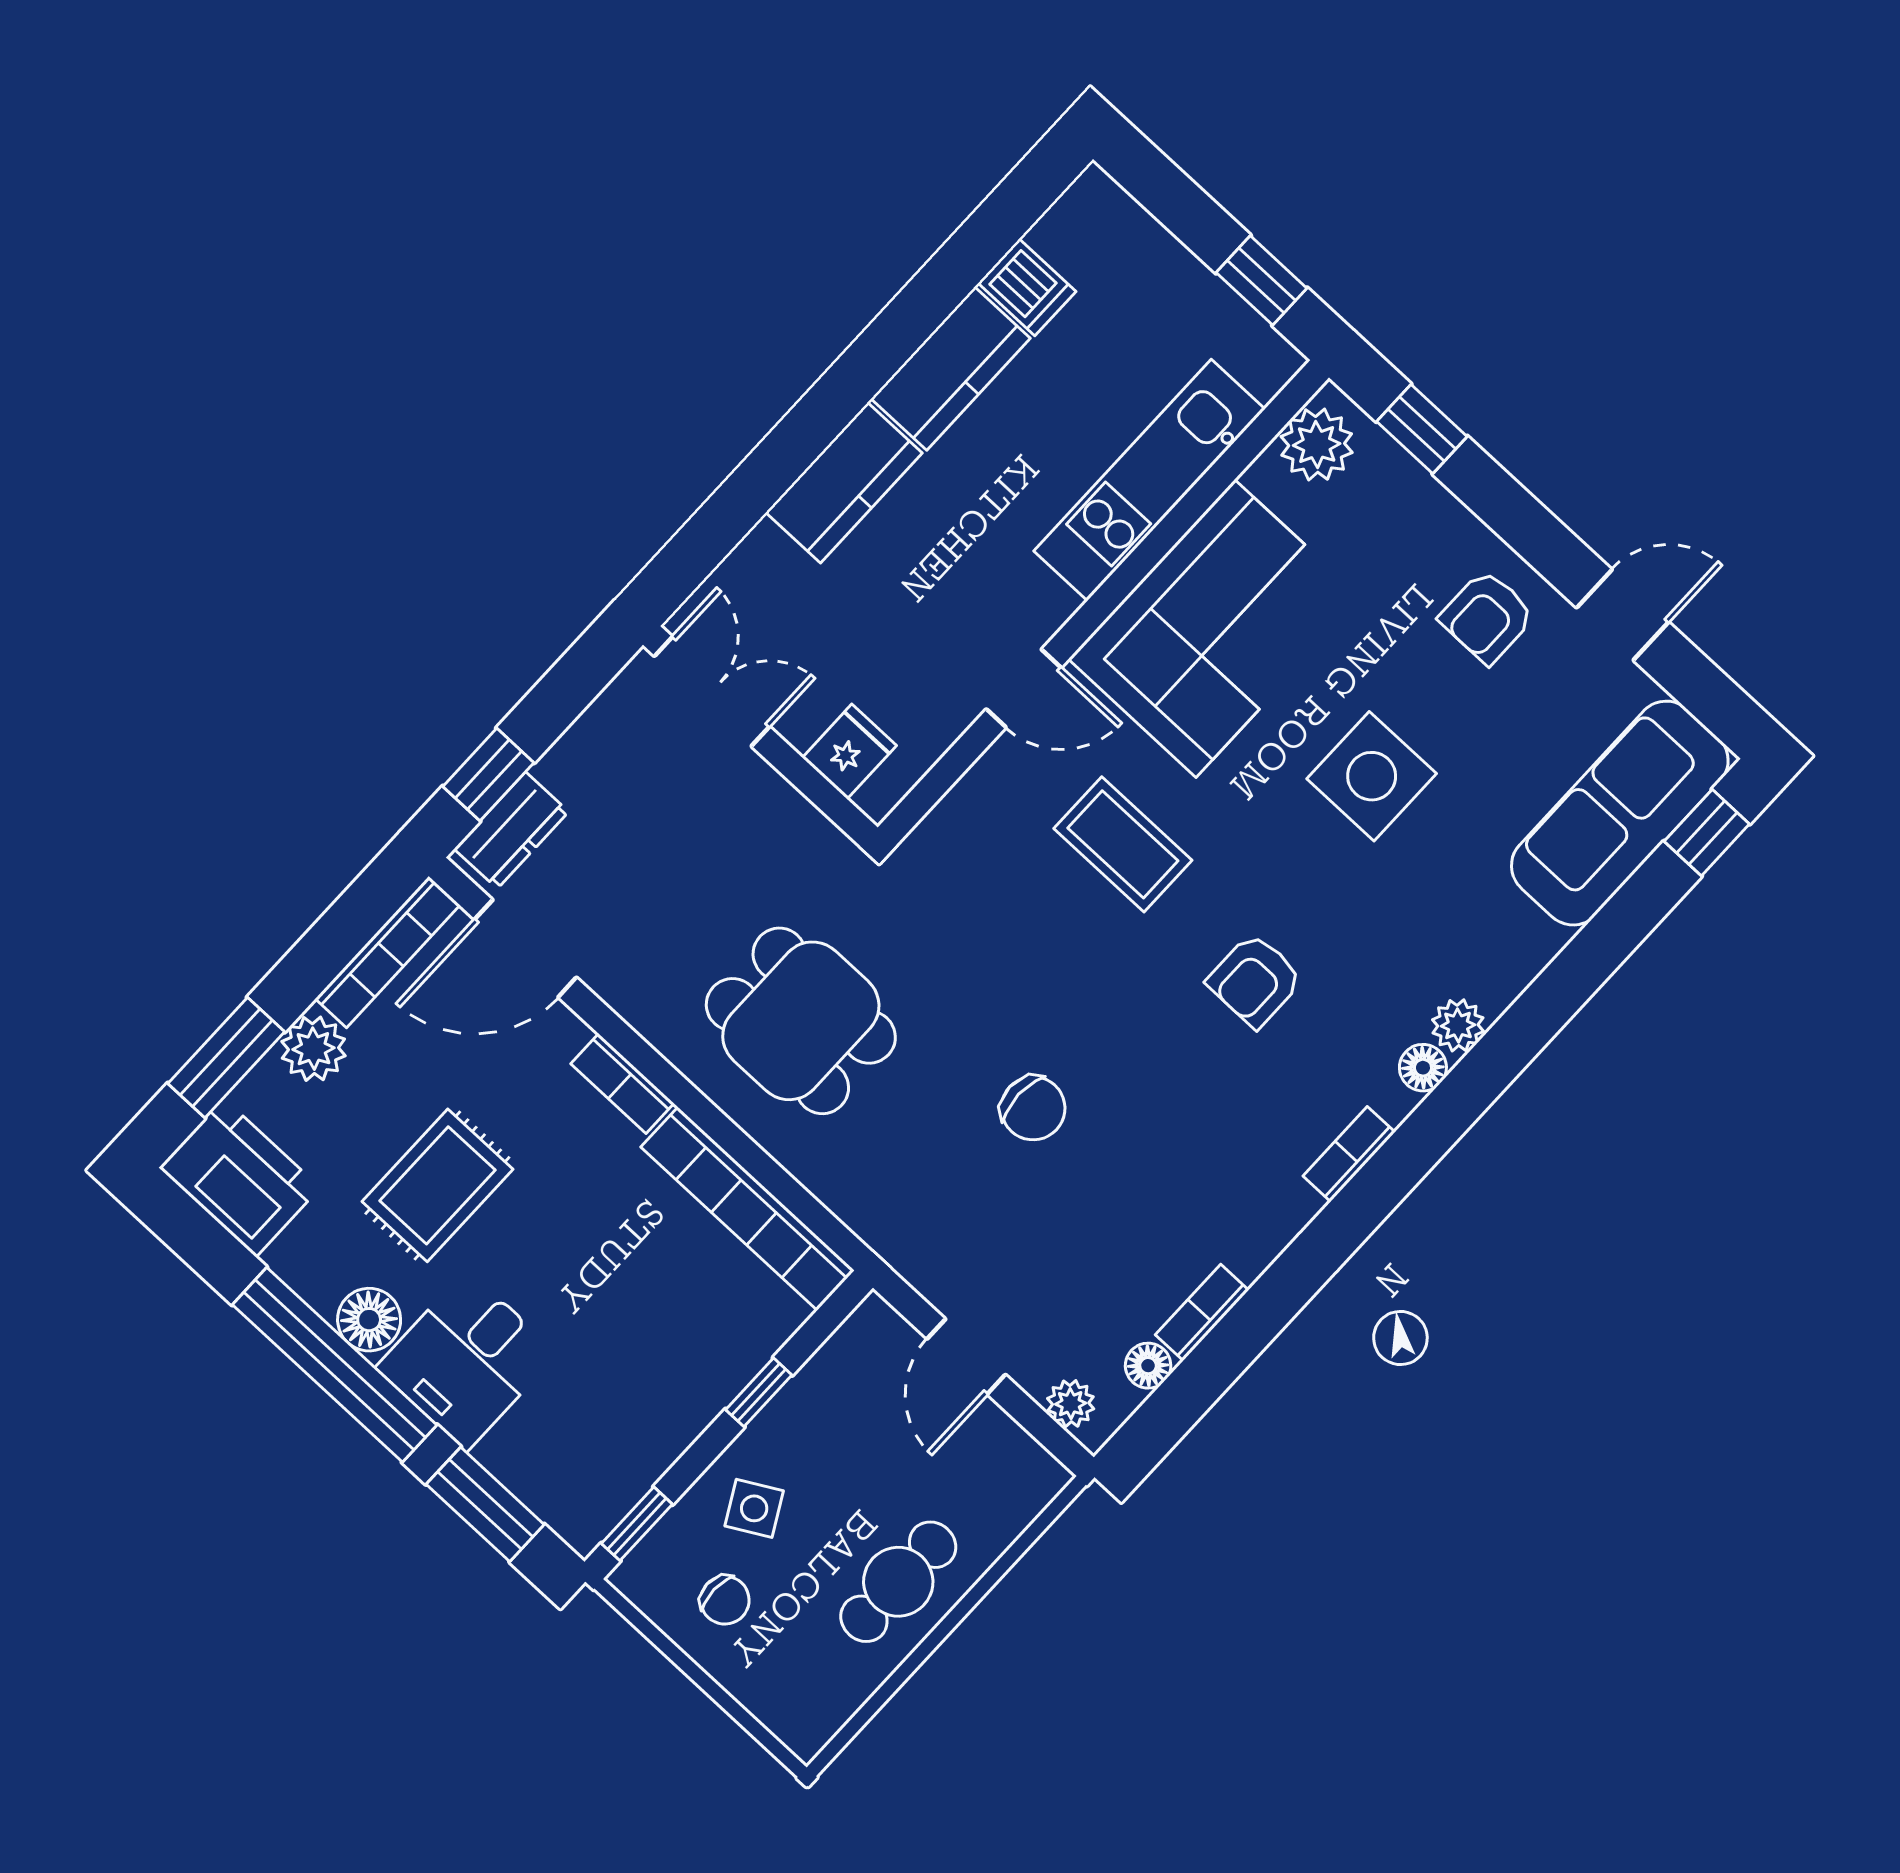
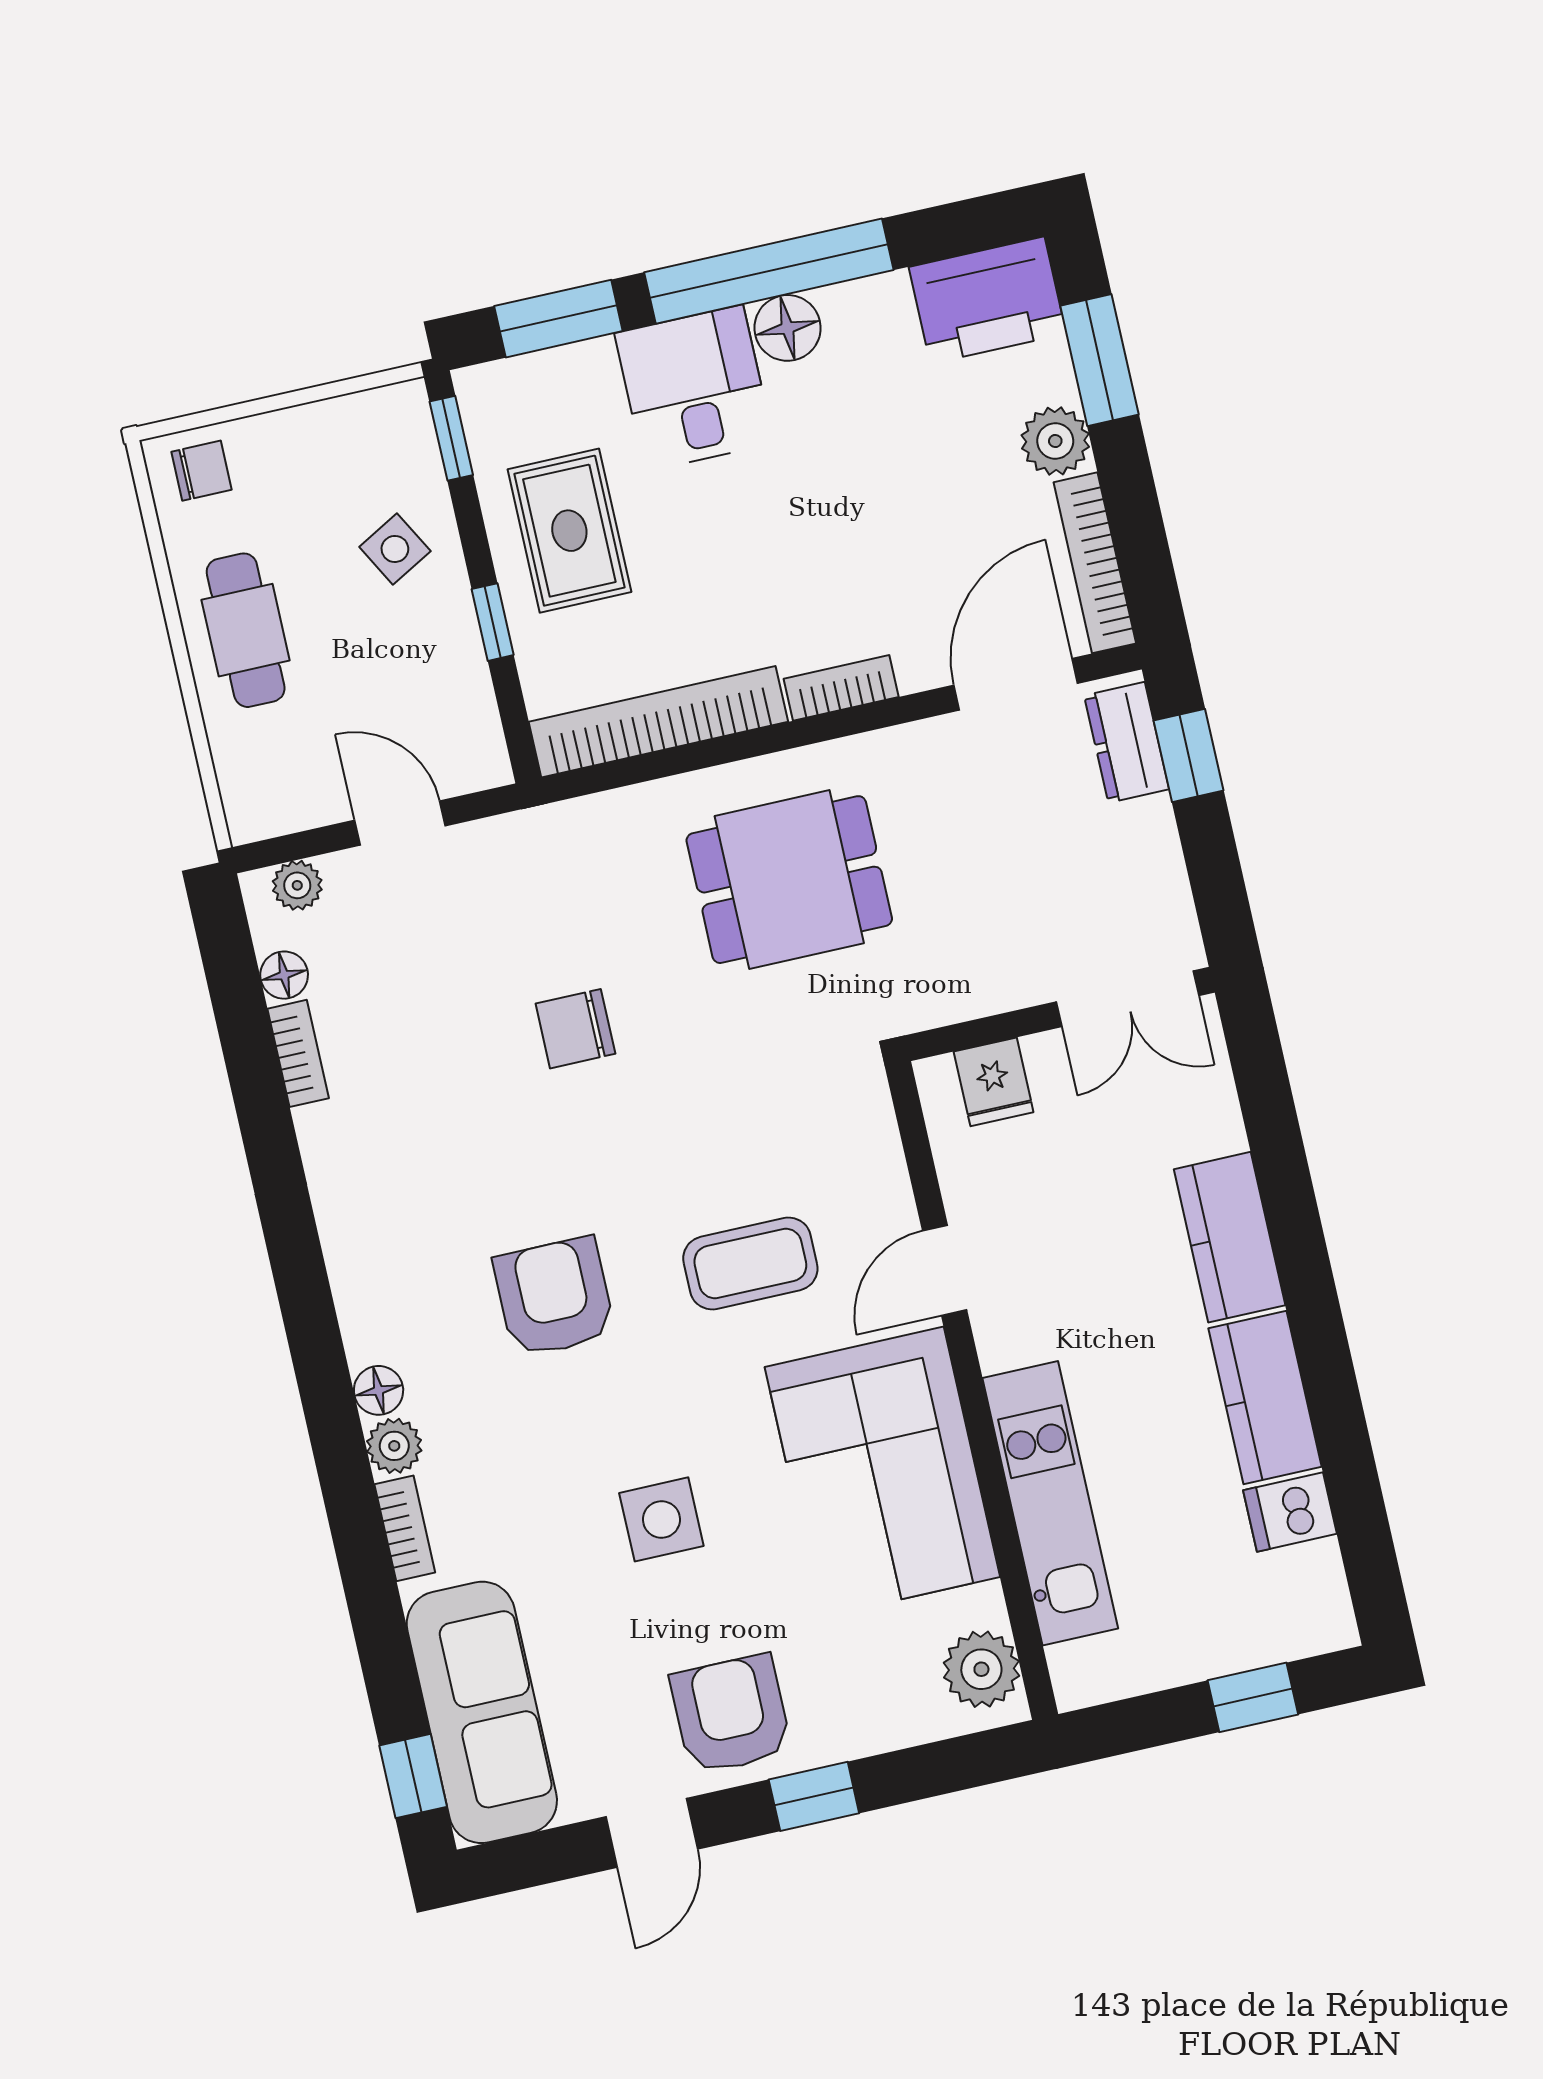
window: (1262, 280) -> (1253, 1697), moved
window: (1422, 429) -> (814, 1796), moved
armchair: (1487, 617) -> (731, 1714), width x1.38, depth x1.38
side table: (1372, 776) -> (661, 1519), width x0.73, depth x0.73
armchair: (1255, 980) -> (554, 1297), width x1.38, depth x1.38
bookcase: (1349, 1154) -> (405, 1528), moved
rug: (437, 1185) -> (569, 531), moved
chair: (725, 1600) -> (202, 471), moved, turned 180

